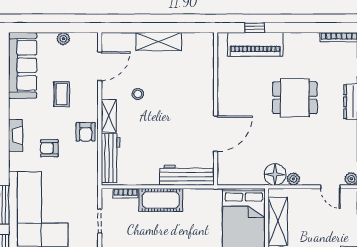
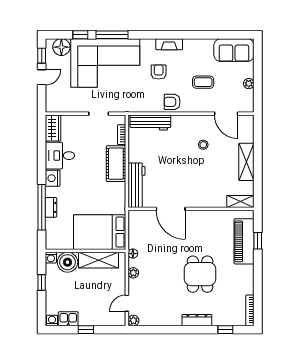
sofa: (23, 65) -> (234, 50), width x0.73
shelving: (109, 116) -> (240, 202), moved
floor lamp: (275, 175) -> (133, 254), width x0.53, depth x0.53

